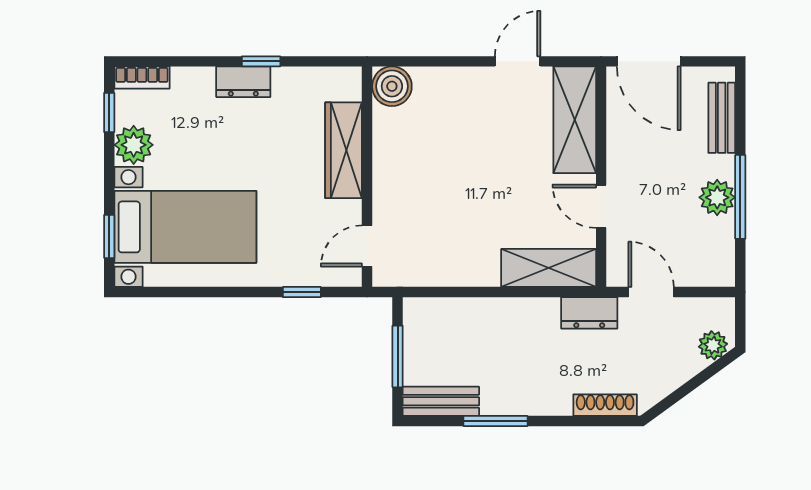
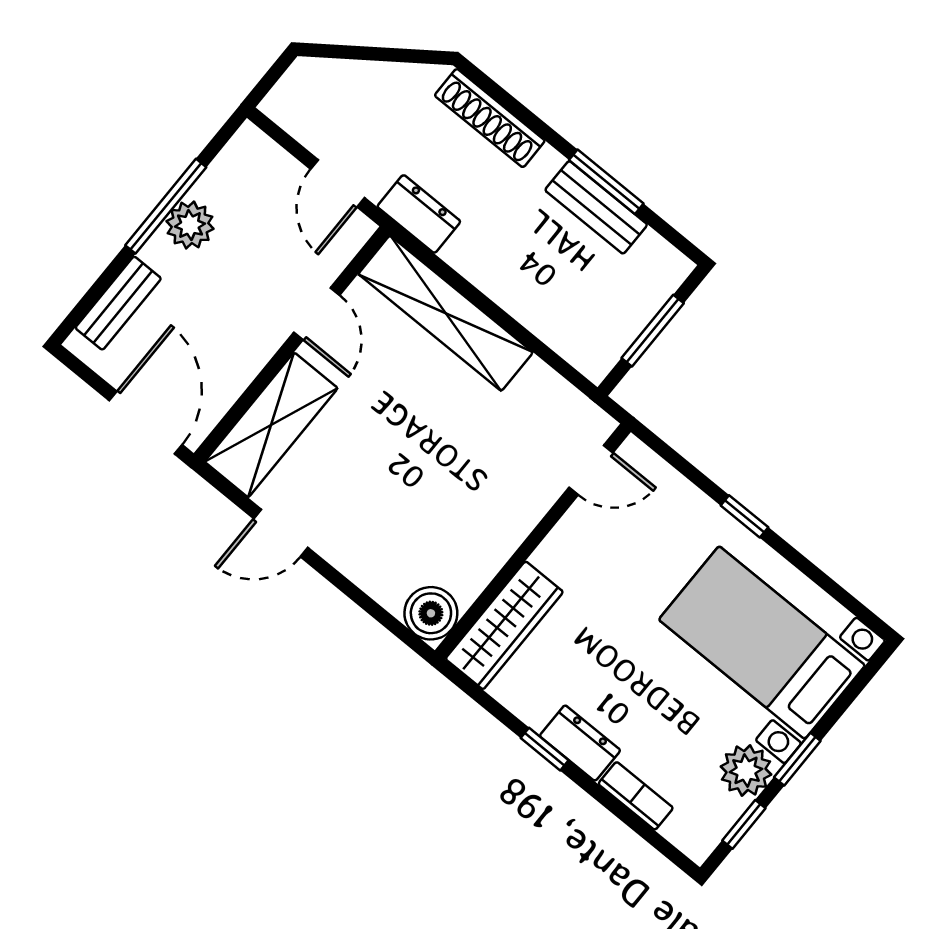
bookcase: (142, 78) -> (636, 796), moved
wardrobe: (343, 150) -> (504, 625), moved
window: (109, 236) -> (797, 759), moved
shelving: (549, 268) -> (446, 313), width x1.47
window: (302, 292) -> (744, 516), moved
plant: (713, 345) -> (319, 77), removed
bench: (441, 401) -> (596, 207), moved
shoe rack: (605, 405) -> (490, 118), width x1.36, depth x1.24

